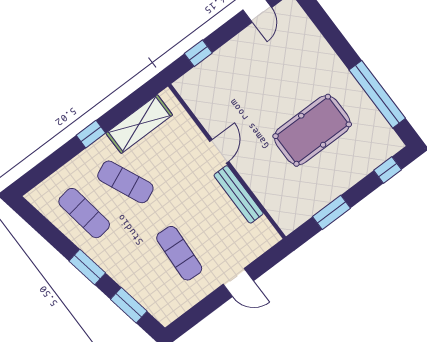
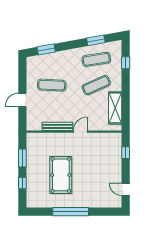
window: (377, 94) -> (71, 212), moved
window: (91, 134) -> (126, 63), moved
door: (219, 151) -> (80, 132), swing flipped
window: (388, 170) -> (22, 183), moved
window: (87, 267) -> (96, 40), moved

